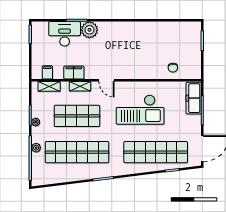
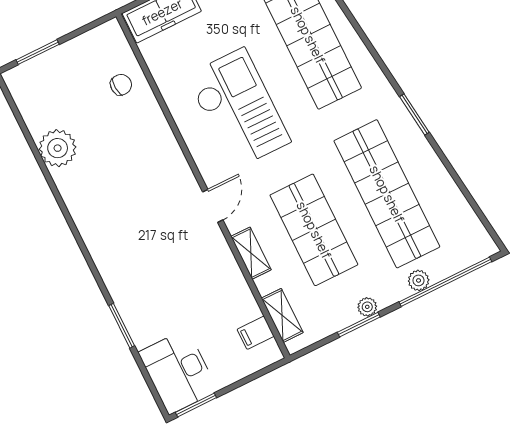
plant: (89, 30) -> (58, 148), moved
desk: (65, 34) -> (178, 372), moved
filing cabinet: (74, 73) -> (229, 279), removed

